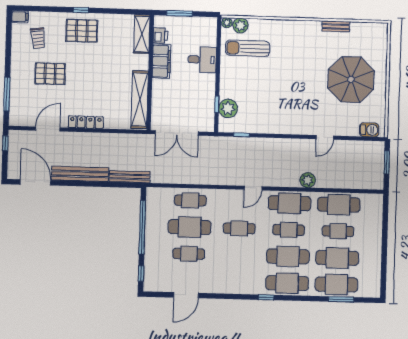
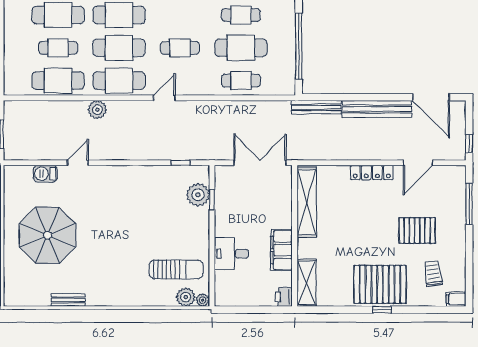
window: (179, 13) -> (261, 310), removed
pallet: (82, 31) -> (380, 284), width x1.37, depth x1.41
printer: (160, 35) -> (284, 297), moved
barbecue: (369, 130) -> (45, 174), moved
cafe table: (289, 230) -> (119, 48), width x1.37, depth x1.35

